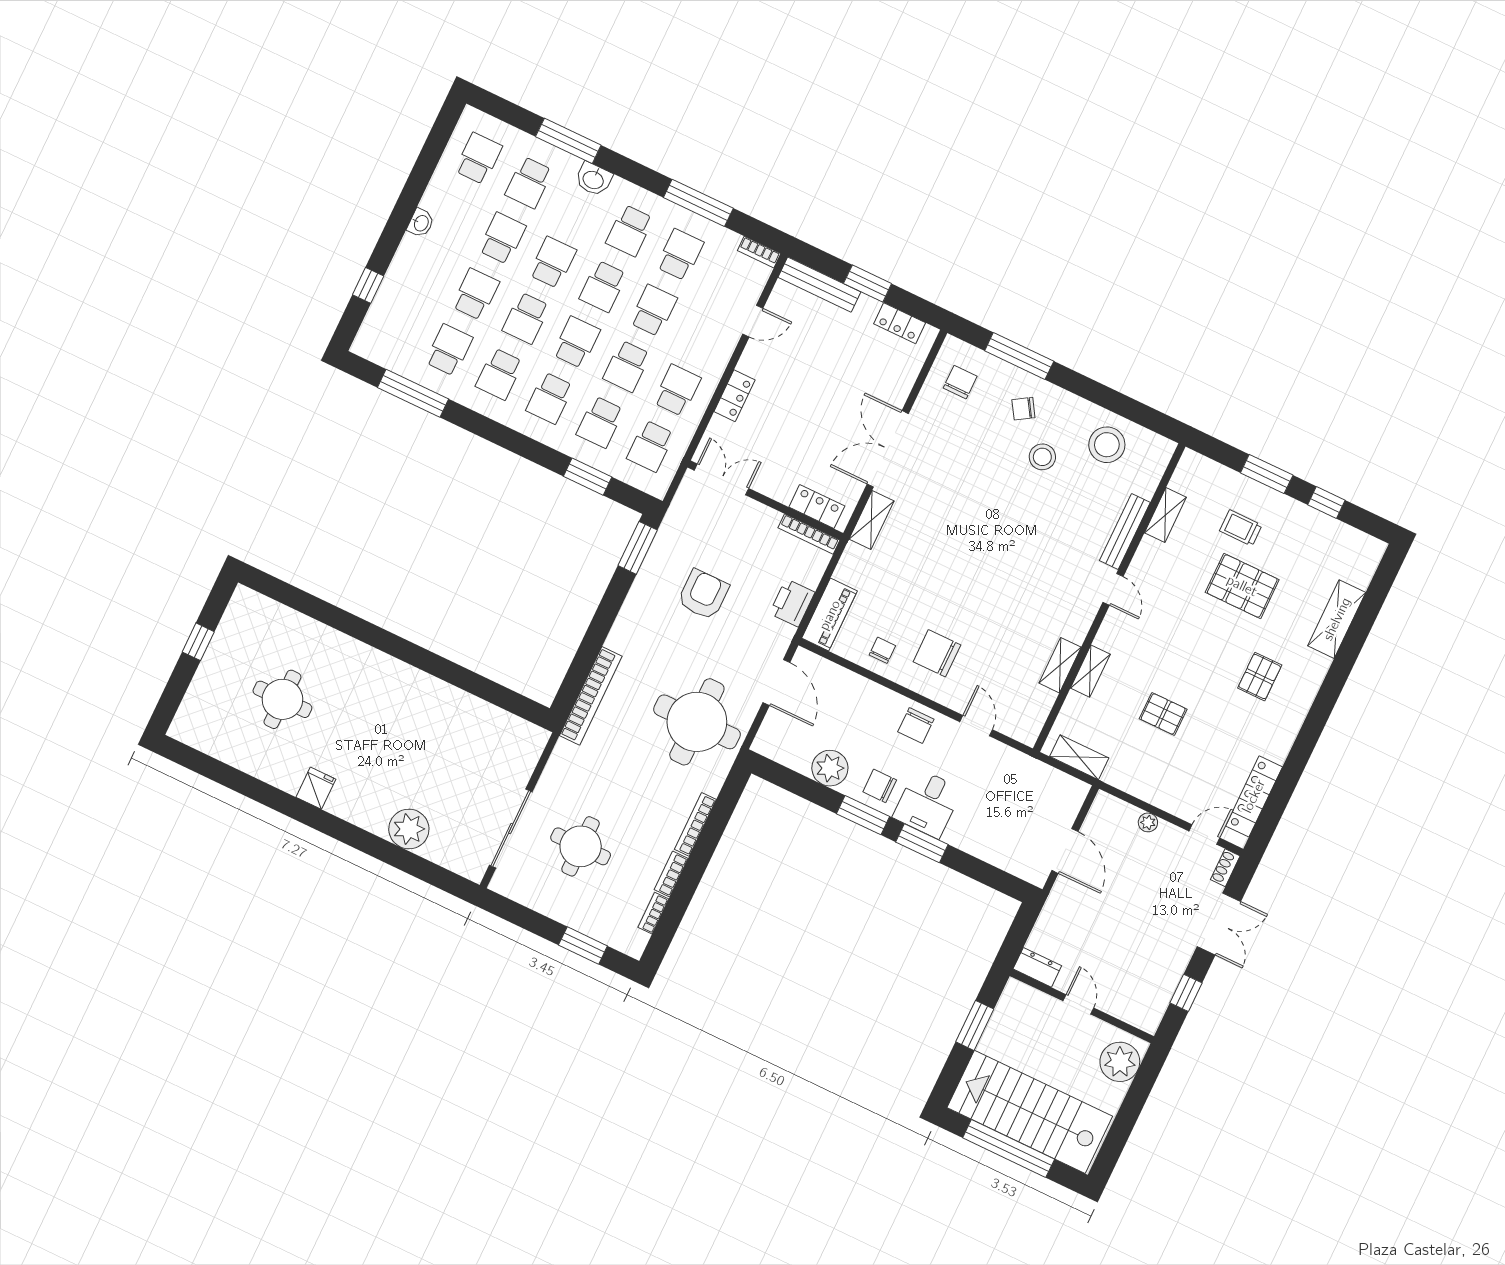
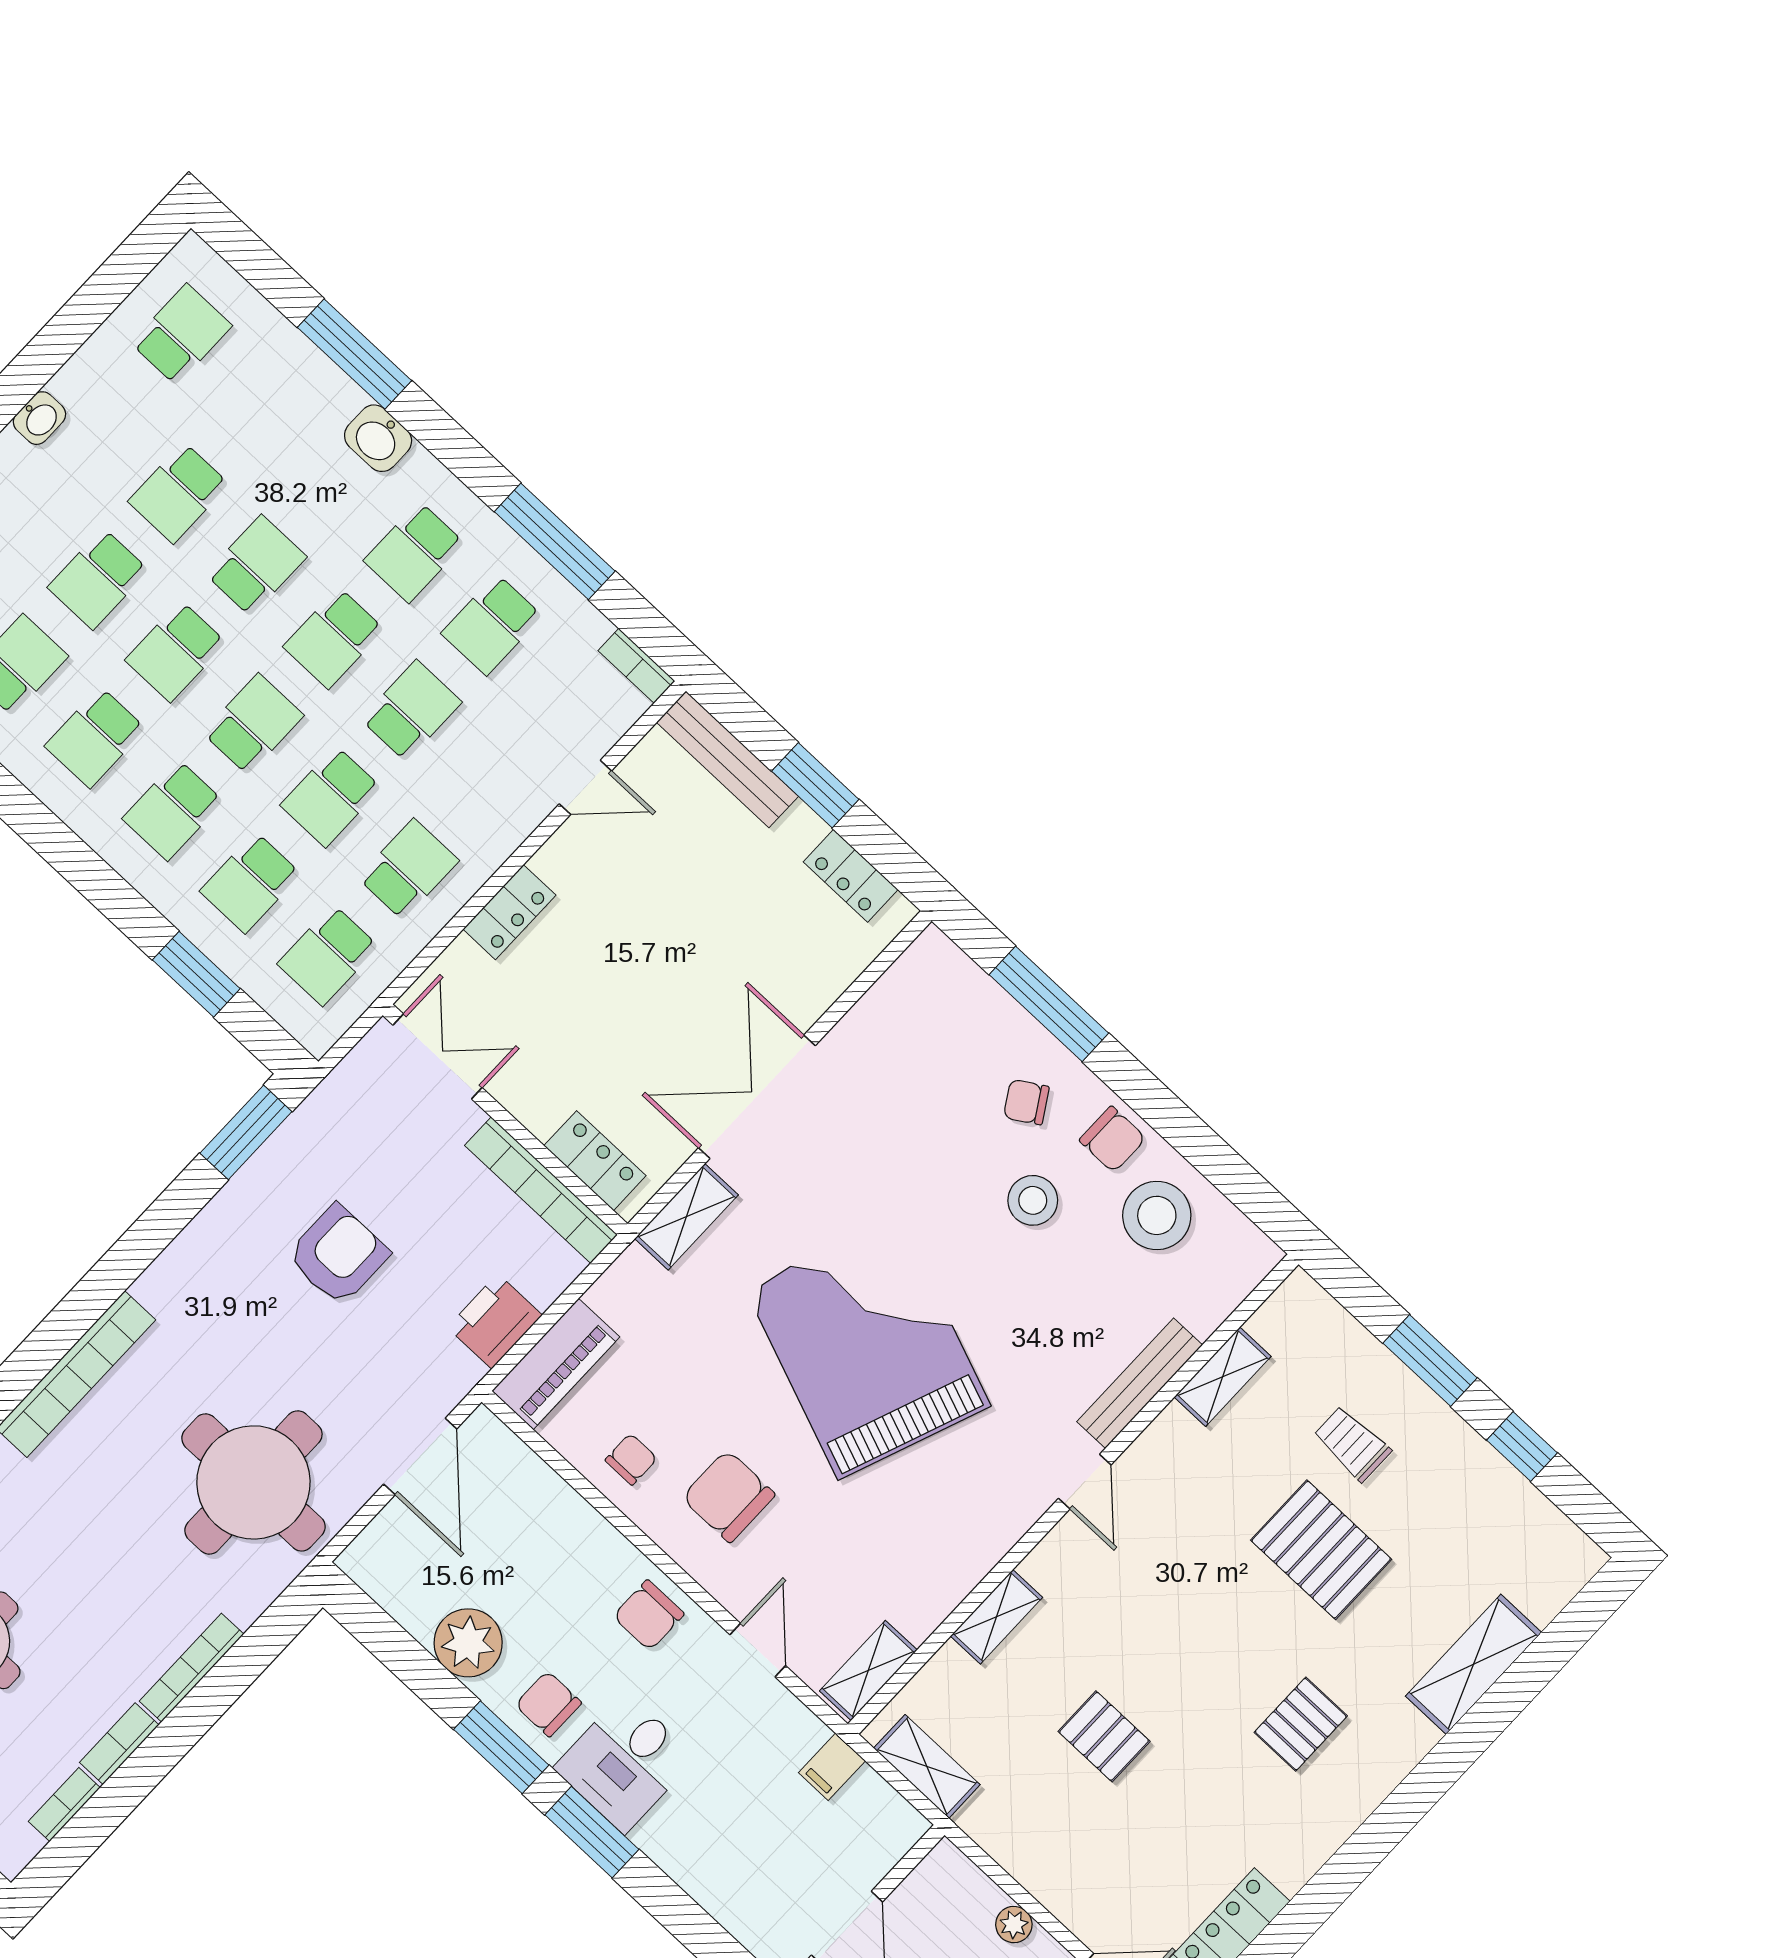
school desk: (529, 182) -> (259, 407), removed
school desk: (502, 238) -> (179, 493), turned 180
school desk: (680, 255) -> (492, 625), turned 180
school desk: (476, 294) -> (98, 579), turned 180
chair: (960, 382) -> (1113, 1139), moved, turned 90
bookcase: (809, 534) -> (541, 1190), width x1.48, depth x1.31
grand piano: (983, 557) -> (868, 1347), added
shelving: (1060, 665) -> (868, 1670), moved
filing cabinet: (1032, 772) -> (832, 1767), added

